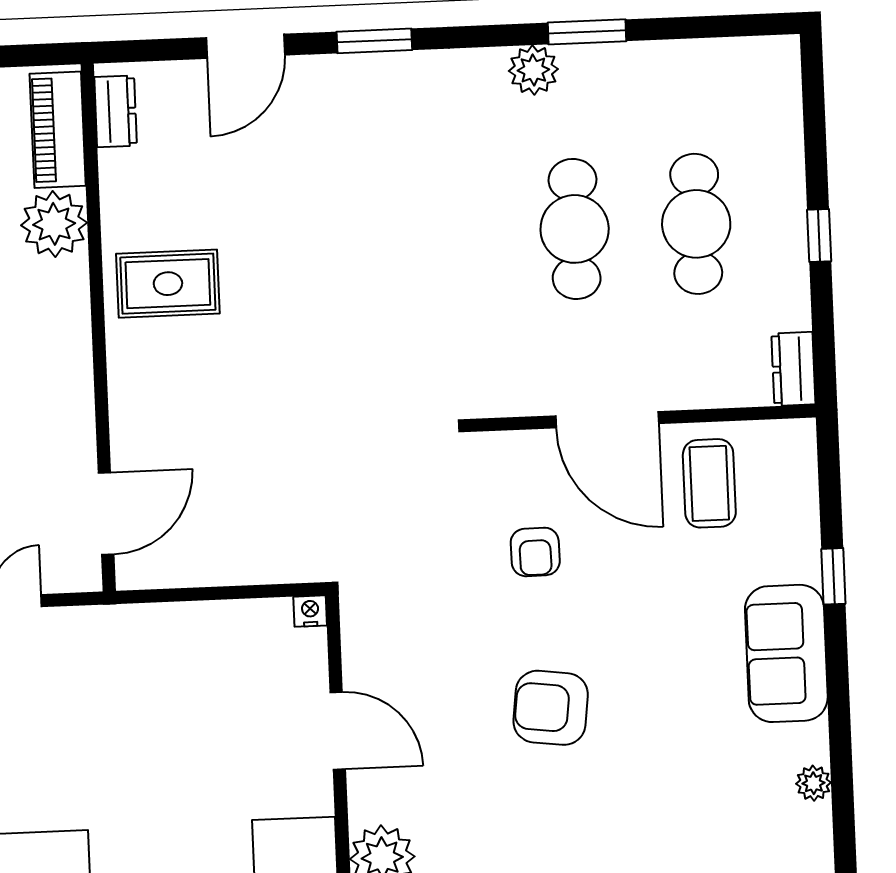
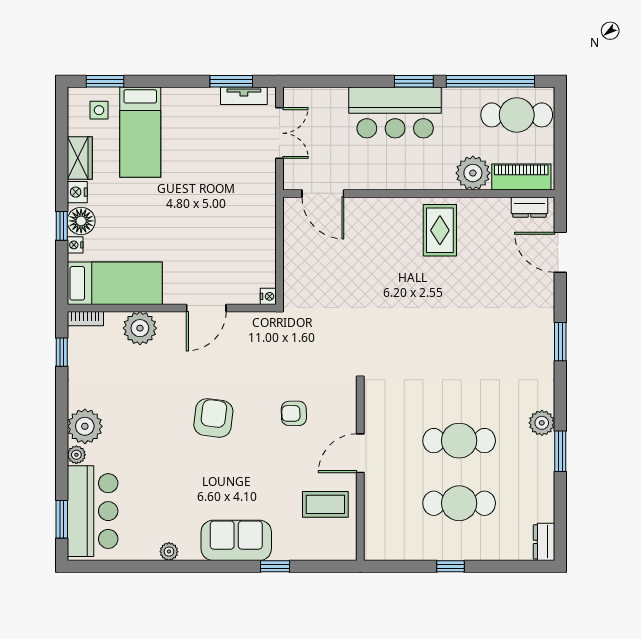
door: (246, 46) -> (560, 252), moved
dresser: (793, 369) -> (544, 542), moved, turned -90
door: (607, 420) -> (360, 453), width x0.73

